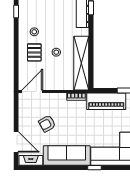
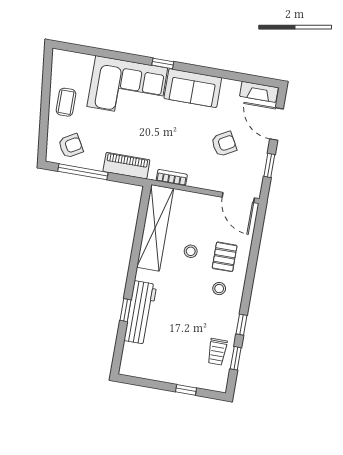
door: (32, 91) -> (238, 197), hinge flipped
piano: (106, 101) -> (126, 166), width x0.73, depth x0.75
window: (16, 115) -> (269, 165), added
sofa: (67, 155) -> (193, 88), width x0.73

